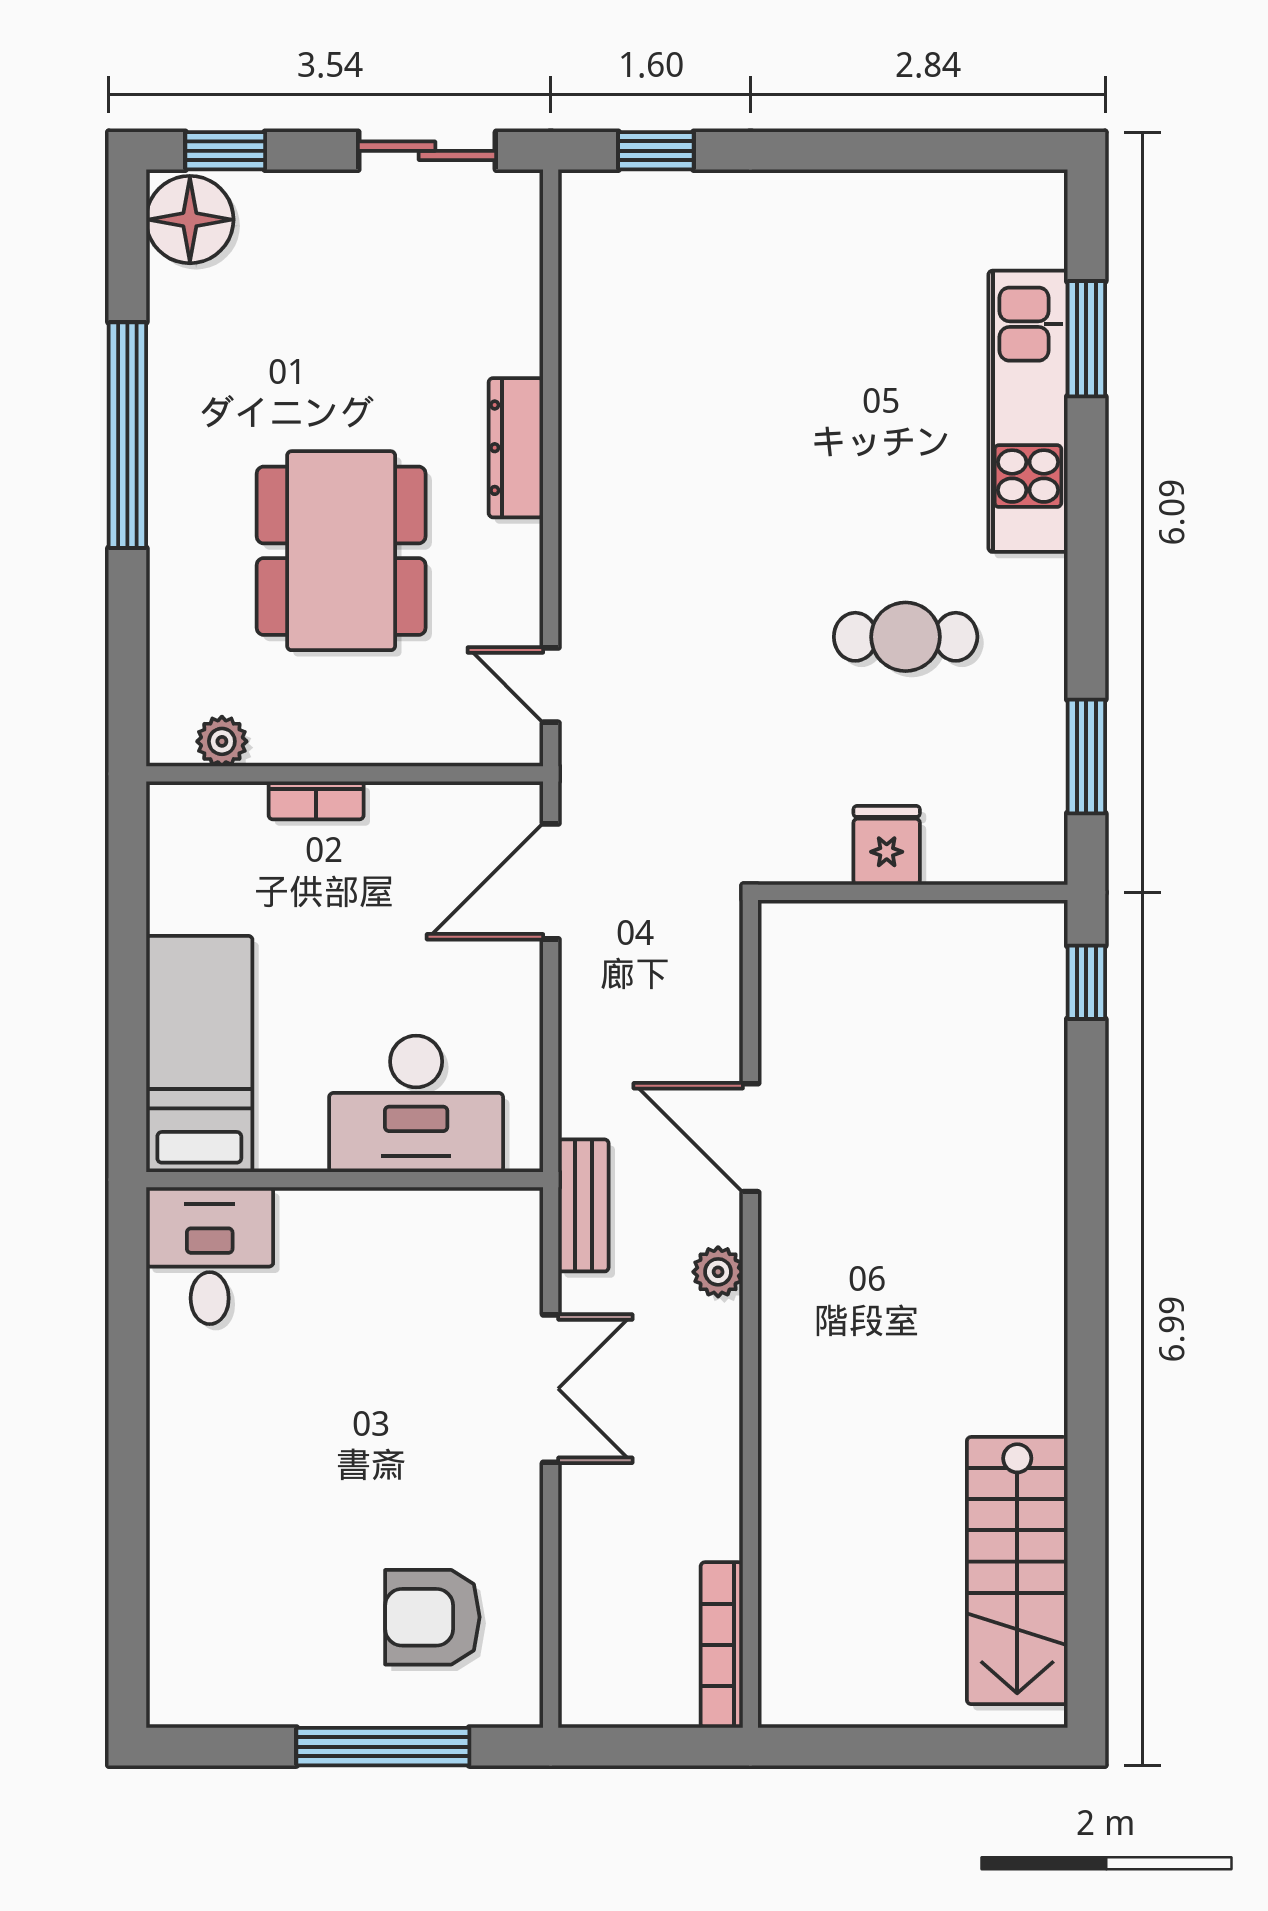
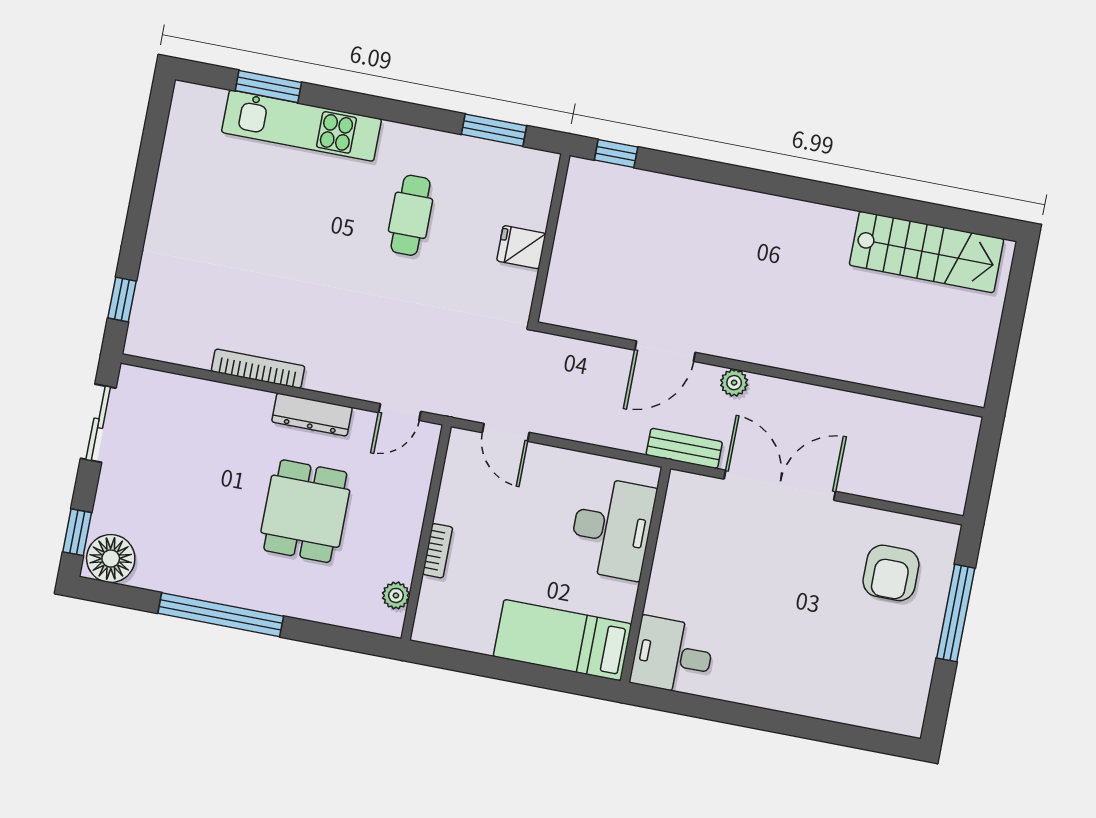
dresser: (516, 448) -> (312, 415), moved
dining table: (341, 551) -> (305, 511), width x0.73
door: (551, 881) -> (506, 432), width x0.73
double door: (551, 1389) -> (780, 485), width x1.37
bookcase: (722, 1645) -> (258, 369), moved, turned 180

